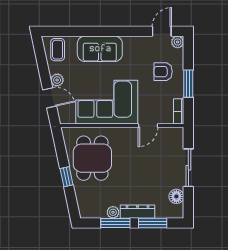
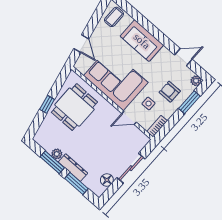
door: (162, 31) -> (183, 57), moved
plant: (57, 80) -> (96, 36), removed
window: (188, 84) -> (189, 102), moved
side table: (154, 98) -> (149, 104), added

